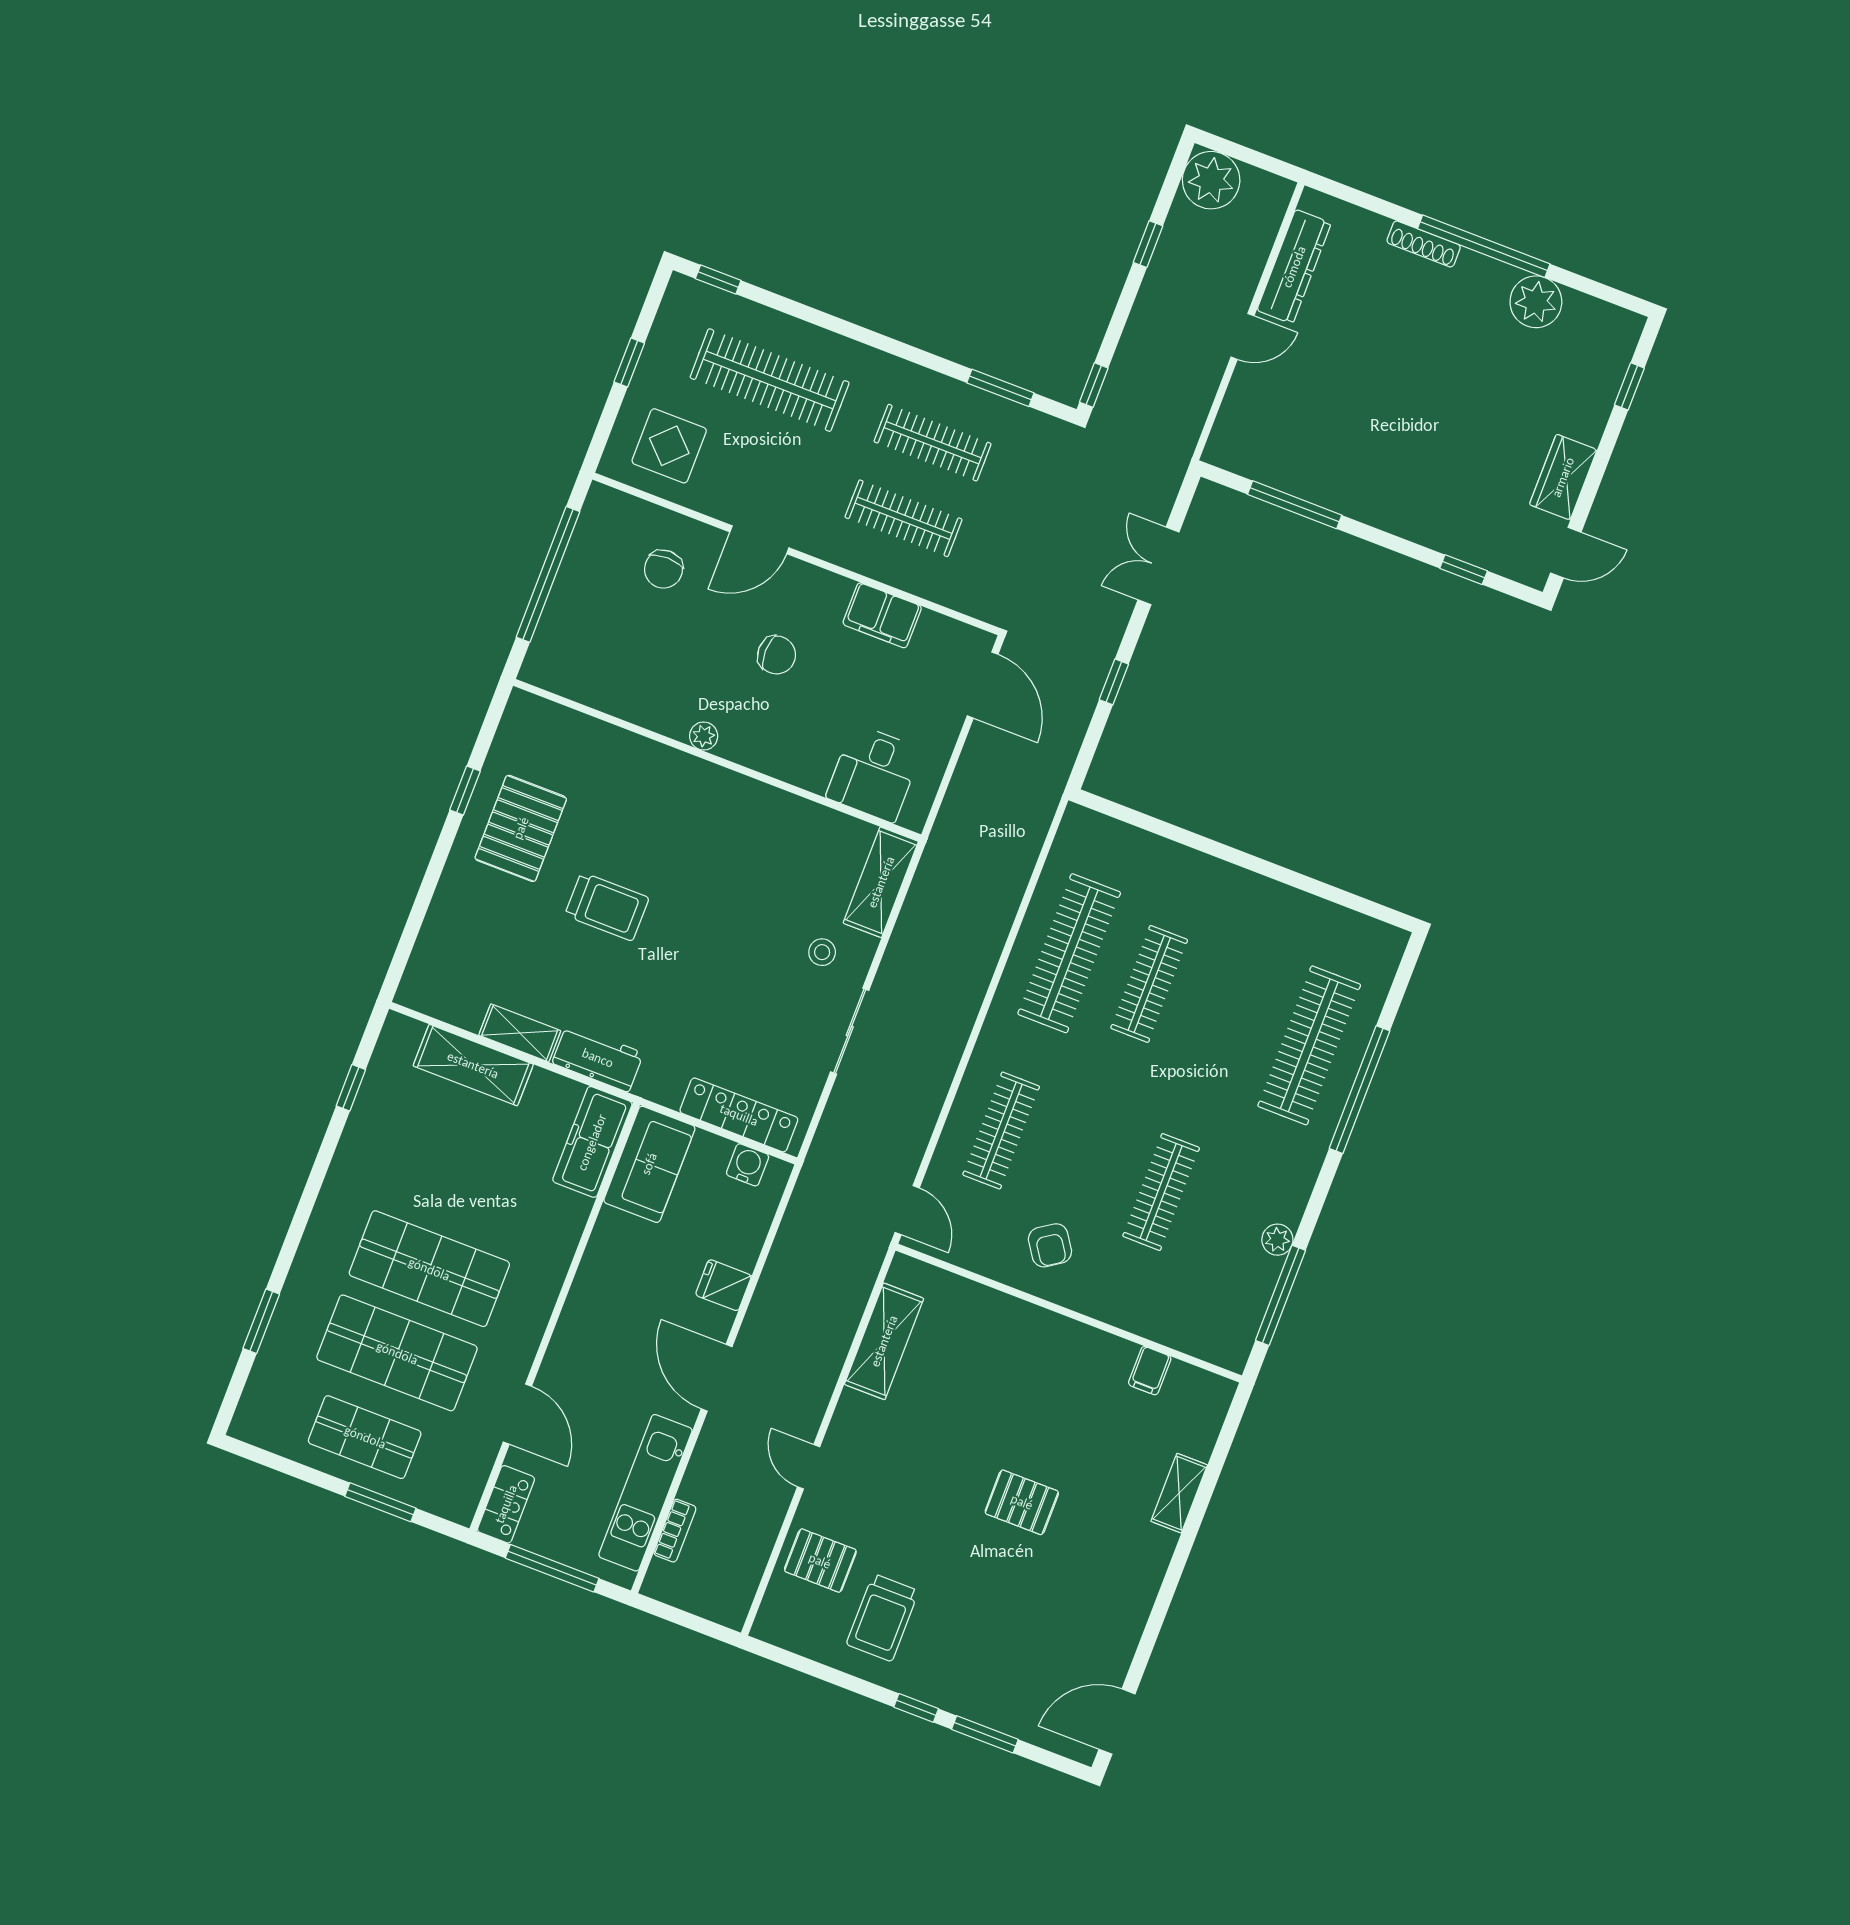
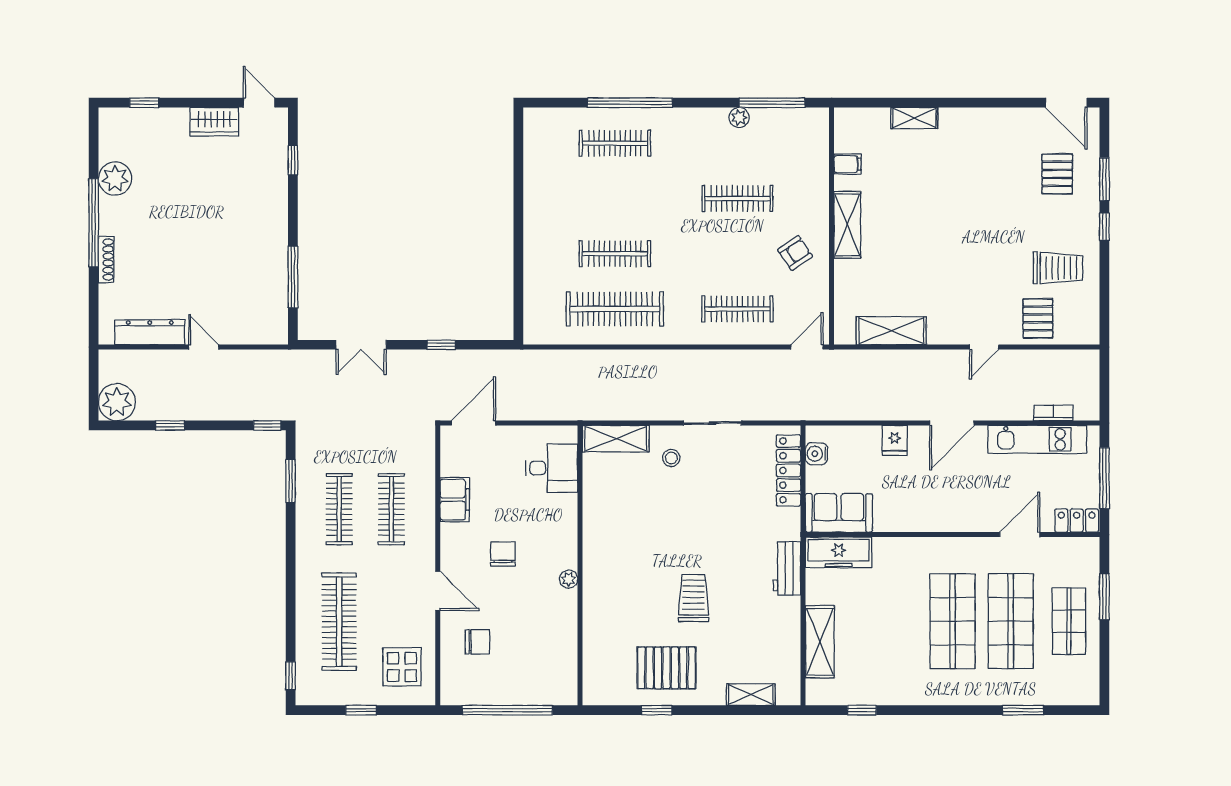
shelving: (520, 1033) -> (751, 695), moved, turned 90
clothes rail: (1309, 1045) -> (615, 143), width x0.73, depth x0.76
shelving: (1062, 1337) -> (847, 225), added
pallet: (1022, 1502) -> (1057, 174), moved

